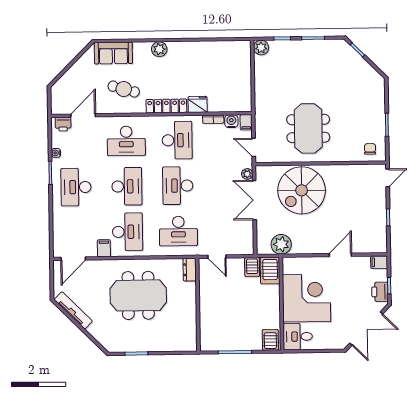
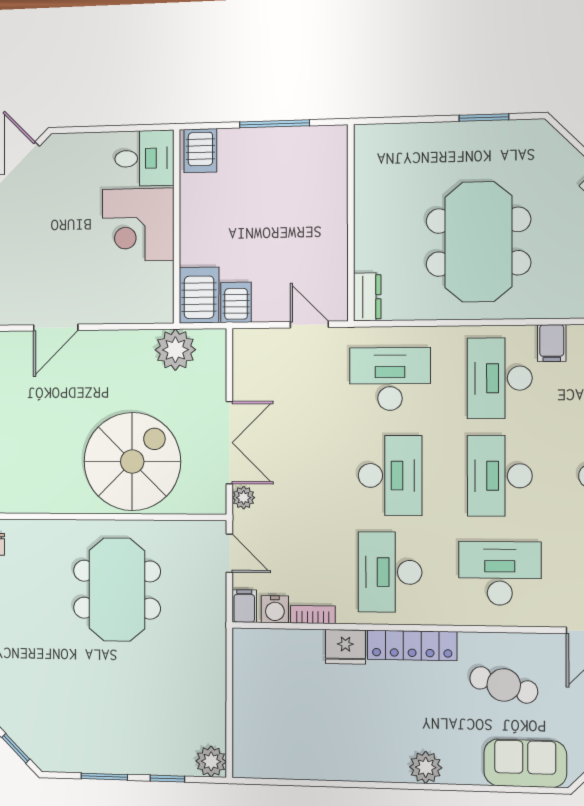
meeting table: (138, 295) -> (478, 242), turned 90
corner desk: (307, 298) -> (138, 225), width x0.74, depth x0.74

